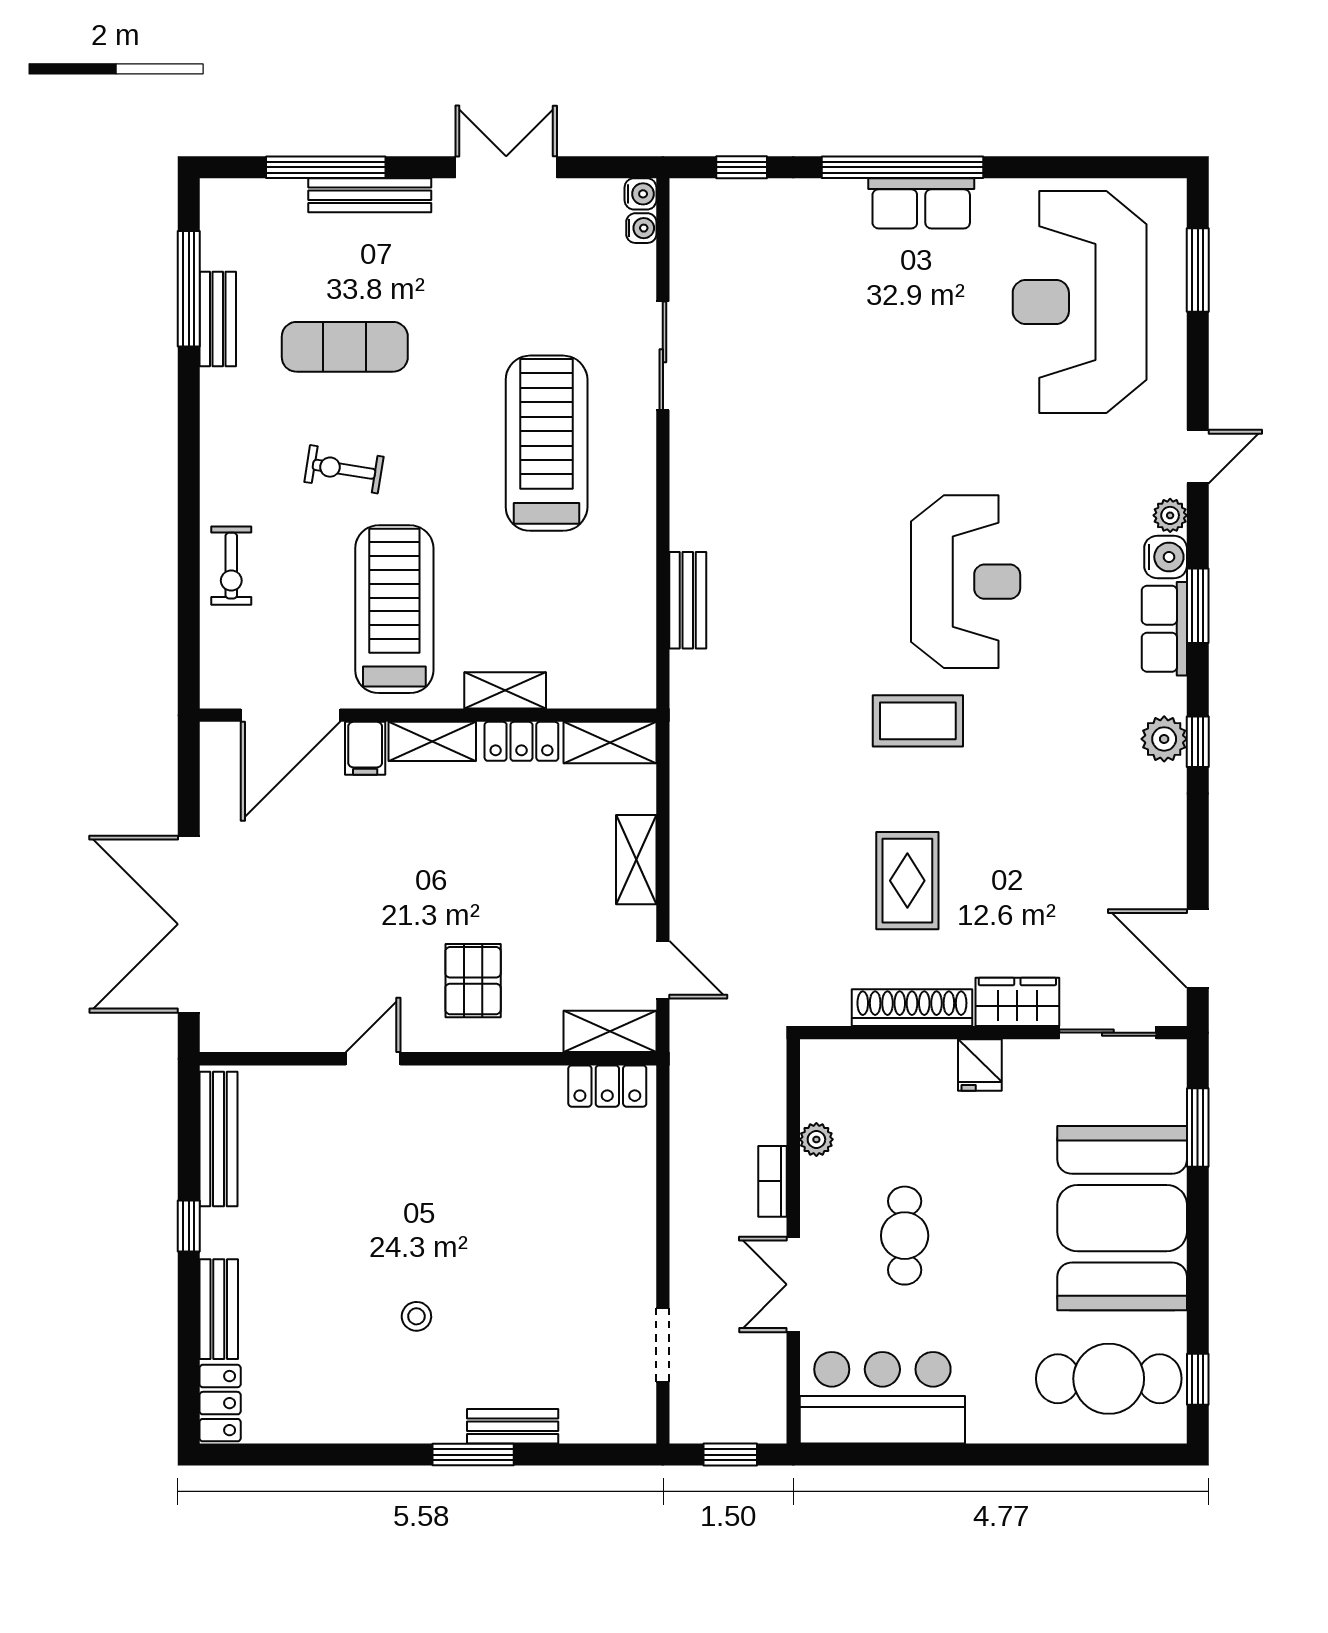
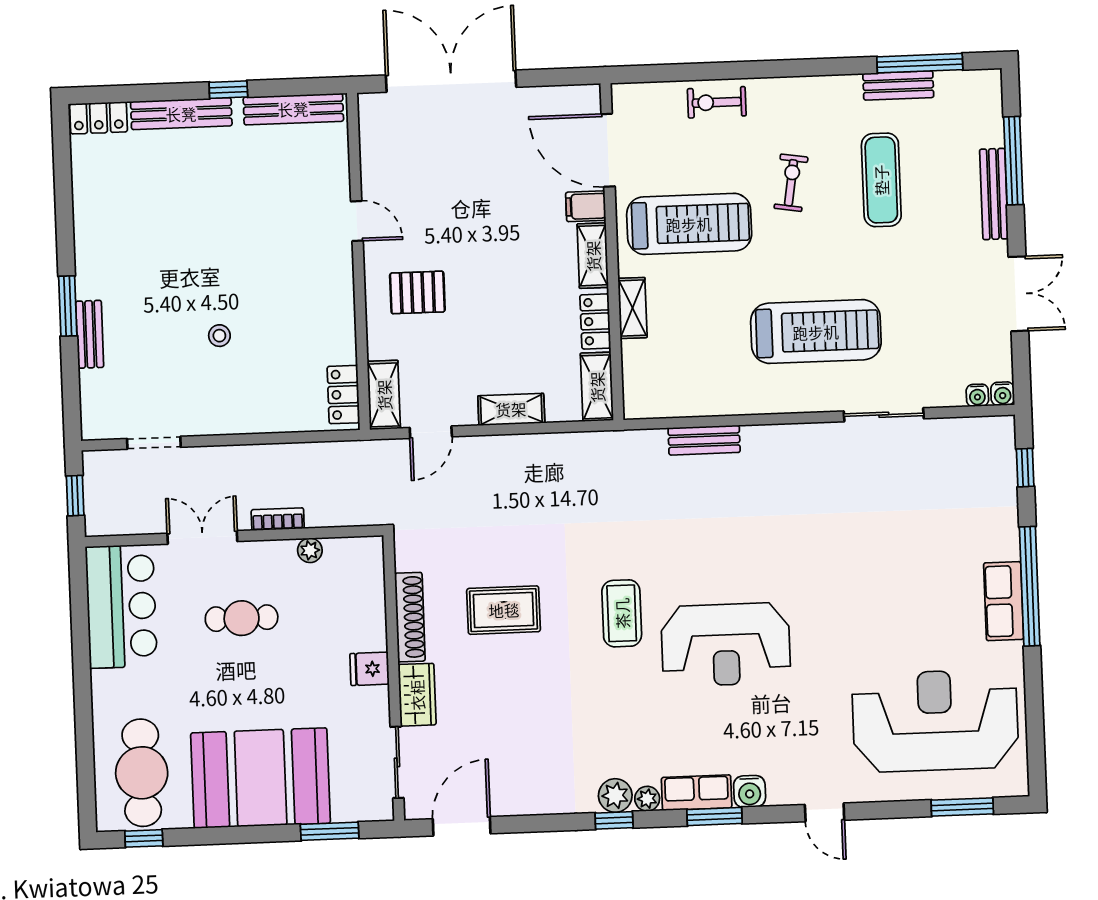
plant: (1170, 515) -> (647, 799), moved
bench: (219, 1309) -> (181, 114), width x1.36
stool: (416, 1316) -> (219, 336), moved

